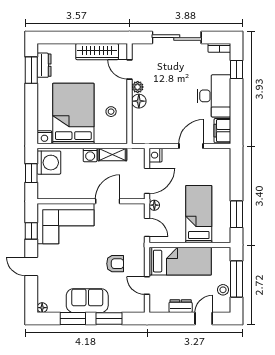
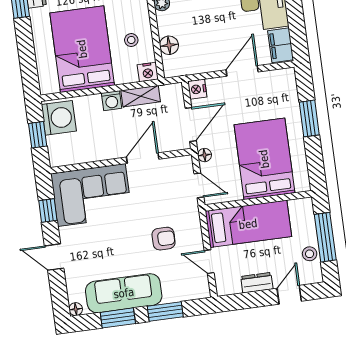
floor lamp: (139, 101) -> (169, 45), moved
nightstand: (44, 137) -> (148, 72), moved
bed: (199, 214) -> (264, 159), width x1.50
window: (236, 214) -> (309, 118), moved
sofa: (87, 301) -> (124, 293), width x1.36

